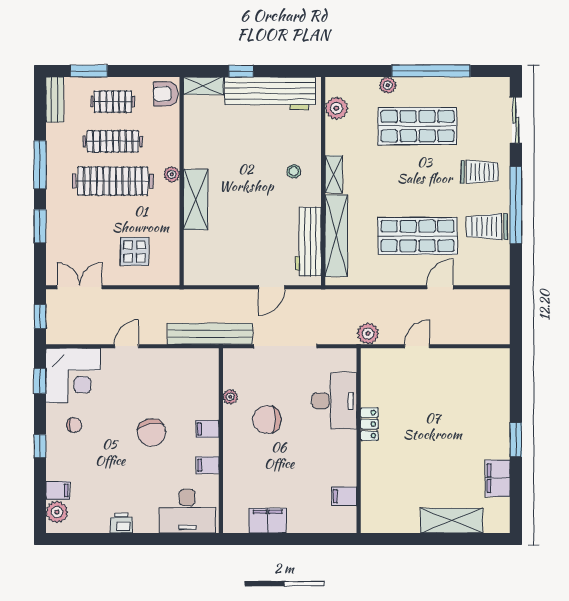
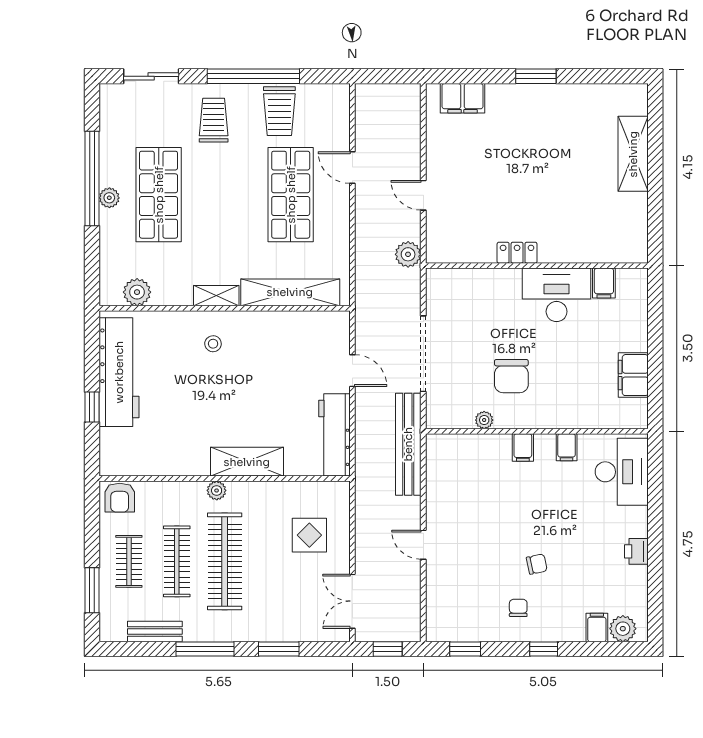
plant: (388, 85) -> (109, 198), moved
shelving: (203, 86) -> (110, 452), removed
bench: (55, 100) -> (155, 631), moved
workbench: (308, 241) -> (334, 435), moved, turned 90
corner desk: (73, 375) -> (459, 609), removed
desk: (334, 401) -> (557, 295), moved
chair: (151, 433) -> (537, 564), moved, width x0.54, depth x0.54
filing cabinet: (498, 478) -> (463, 98), moved

